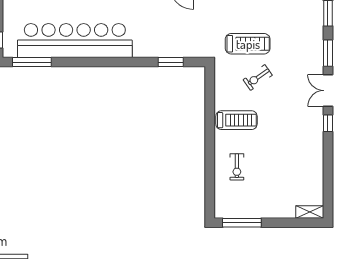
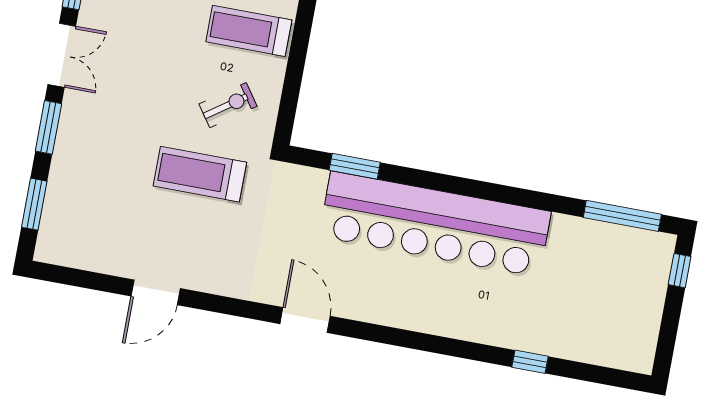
bar counter: (75, 41) -> (435, 224), moved
exercise bike: (258, 77) -> (228, 105), moved

